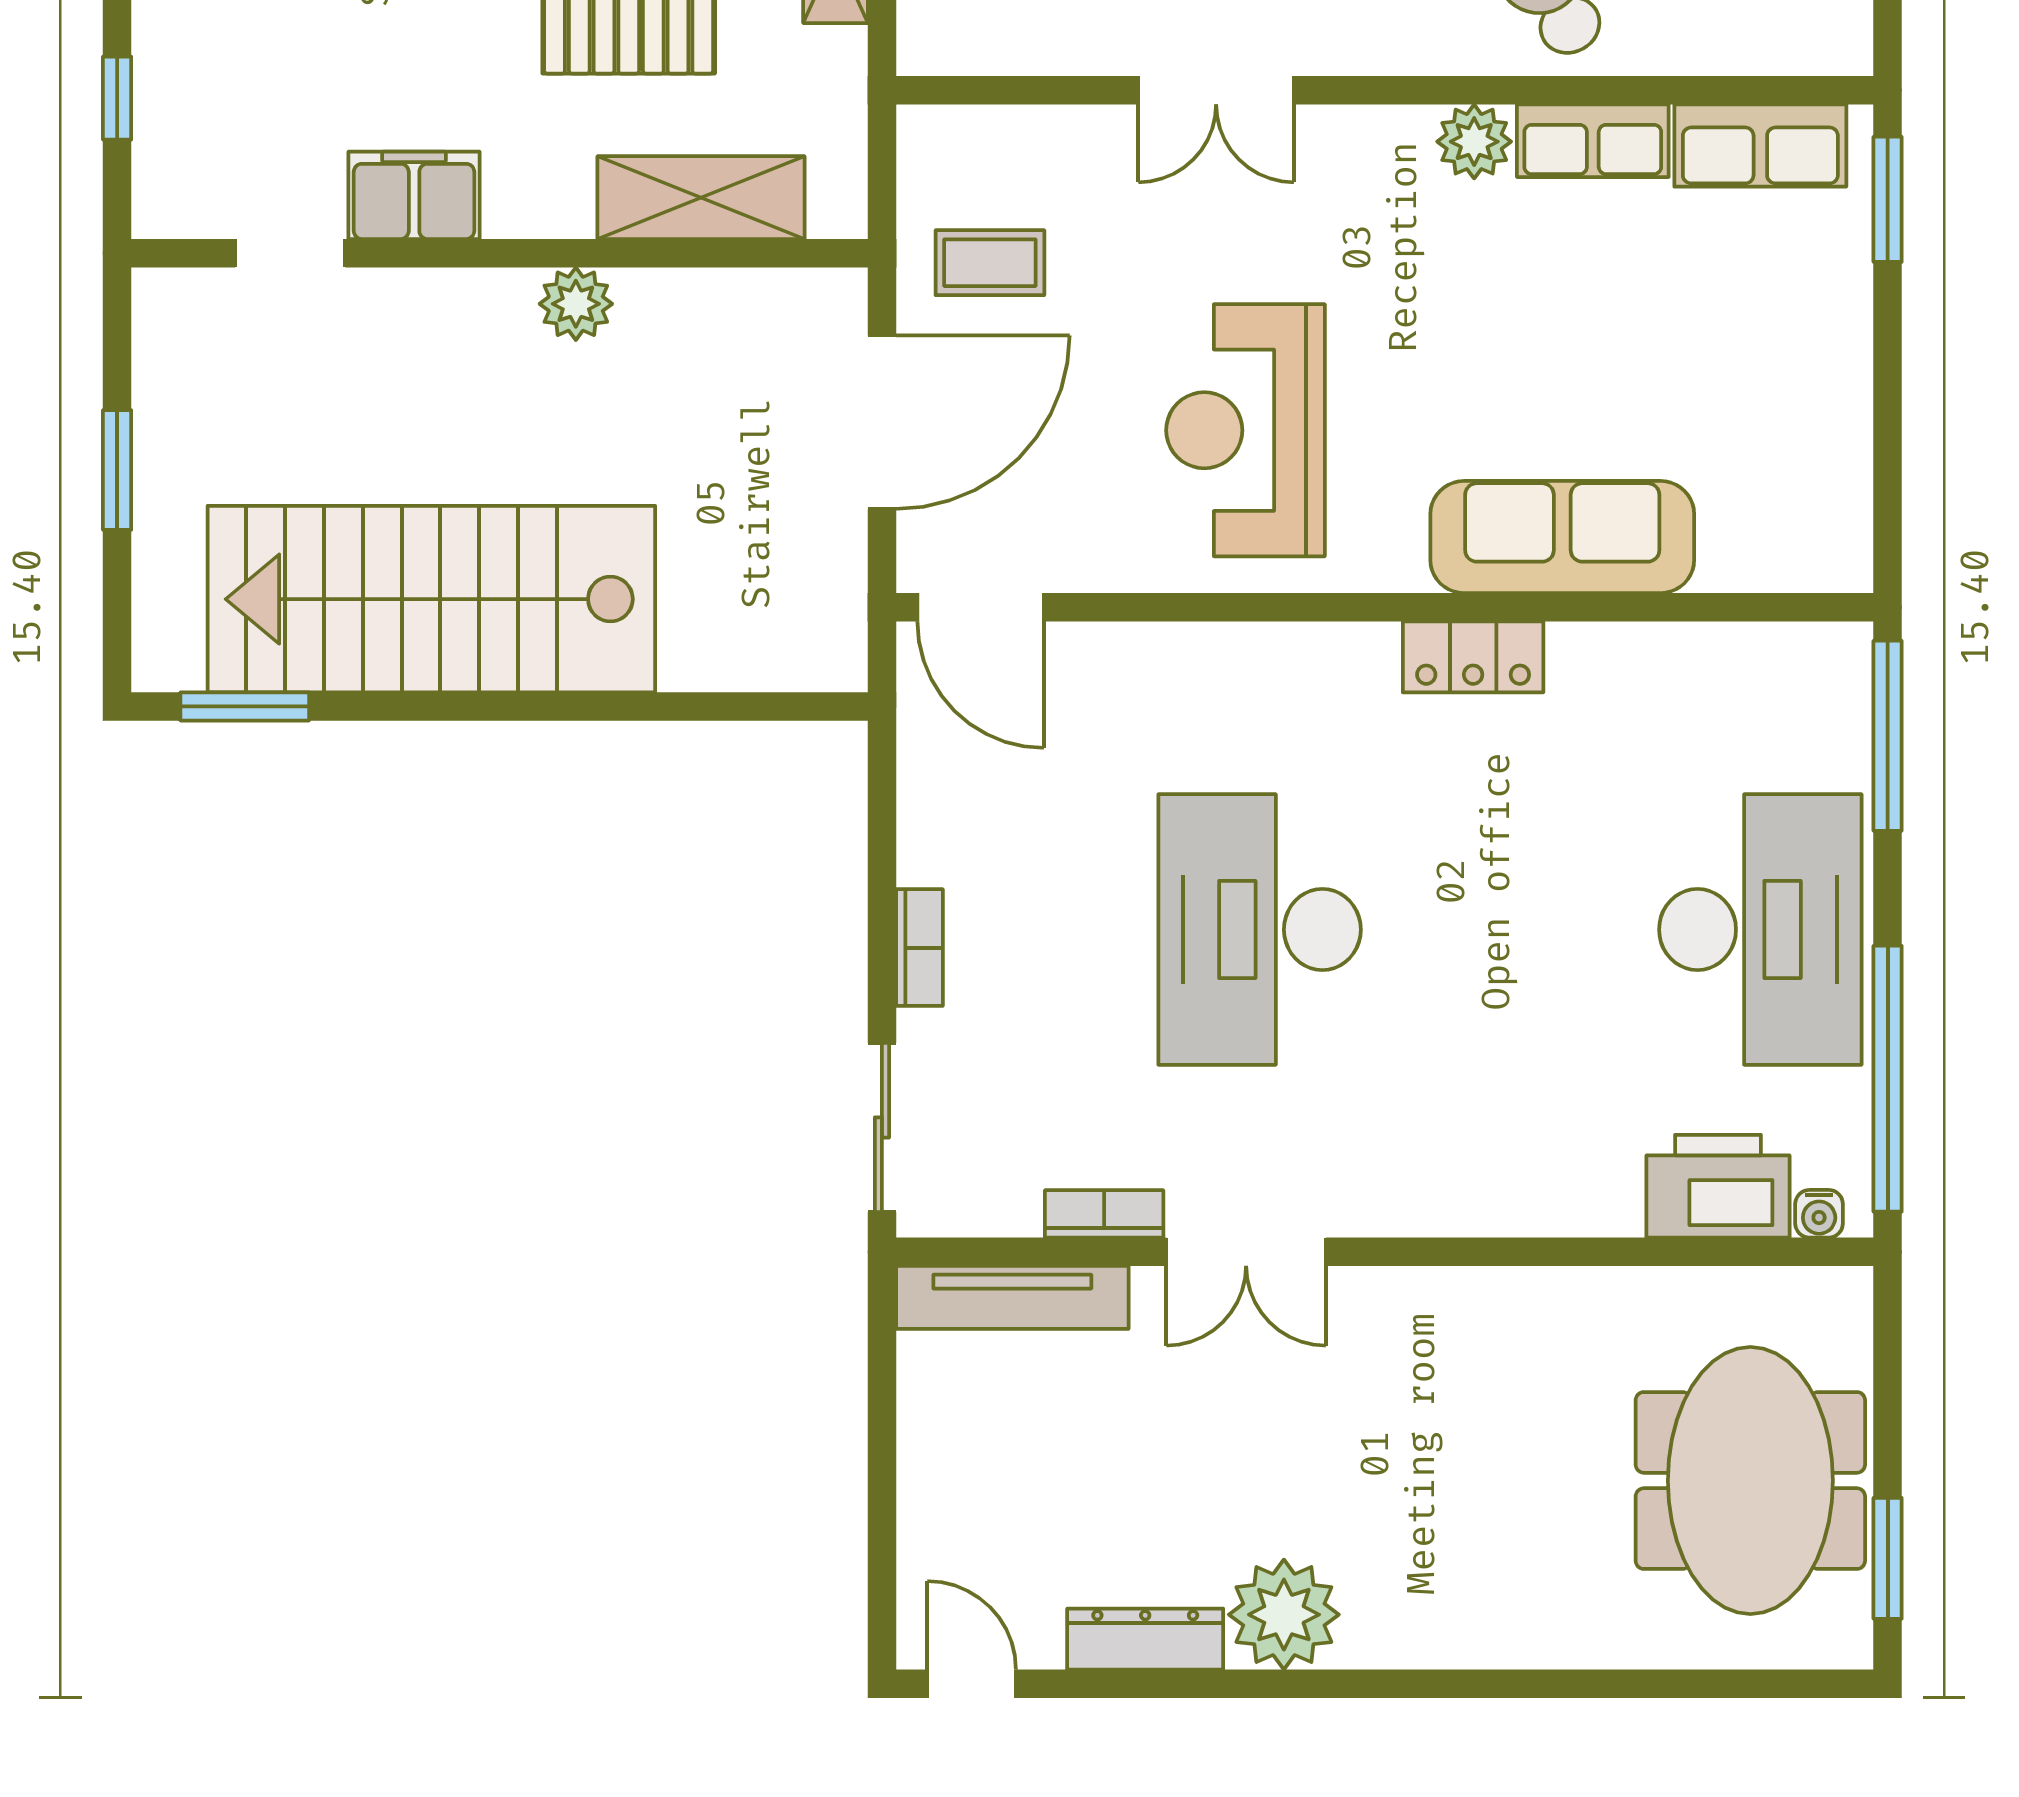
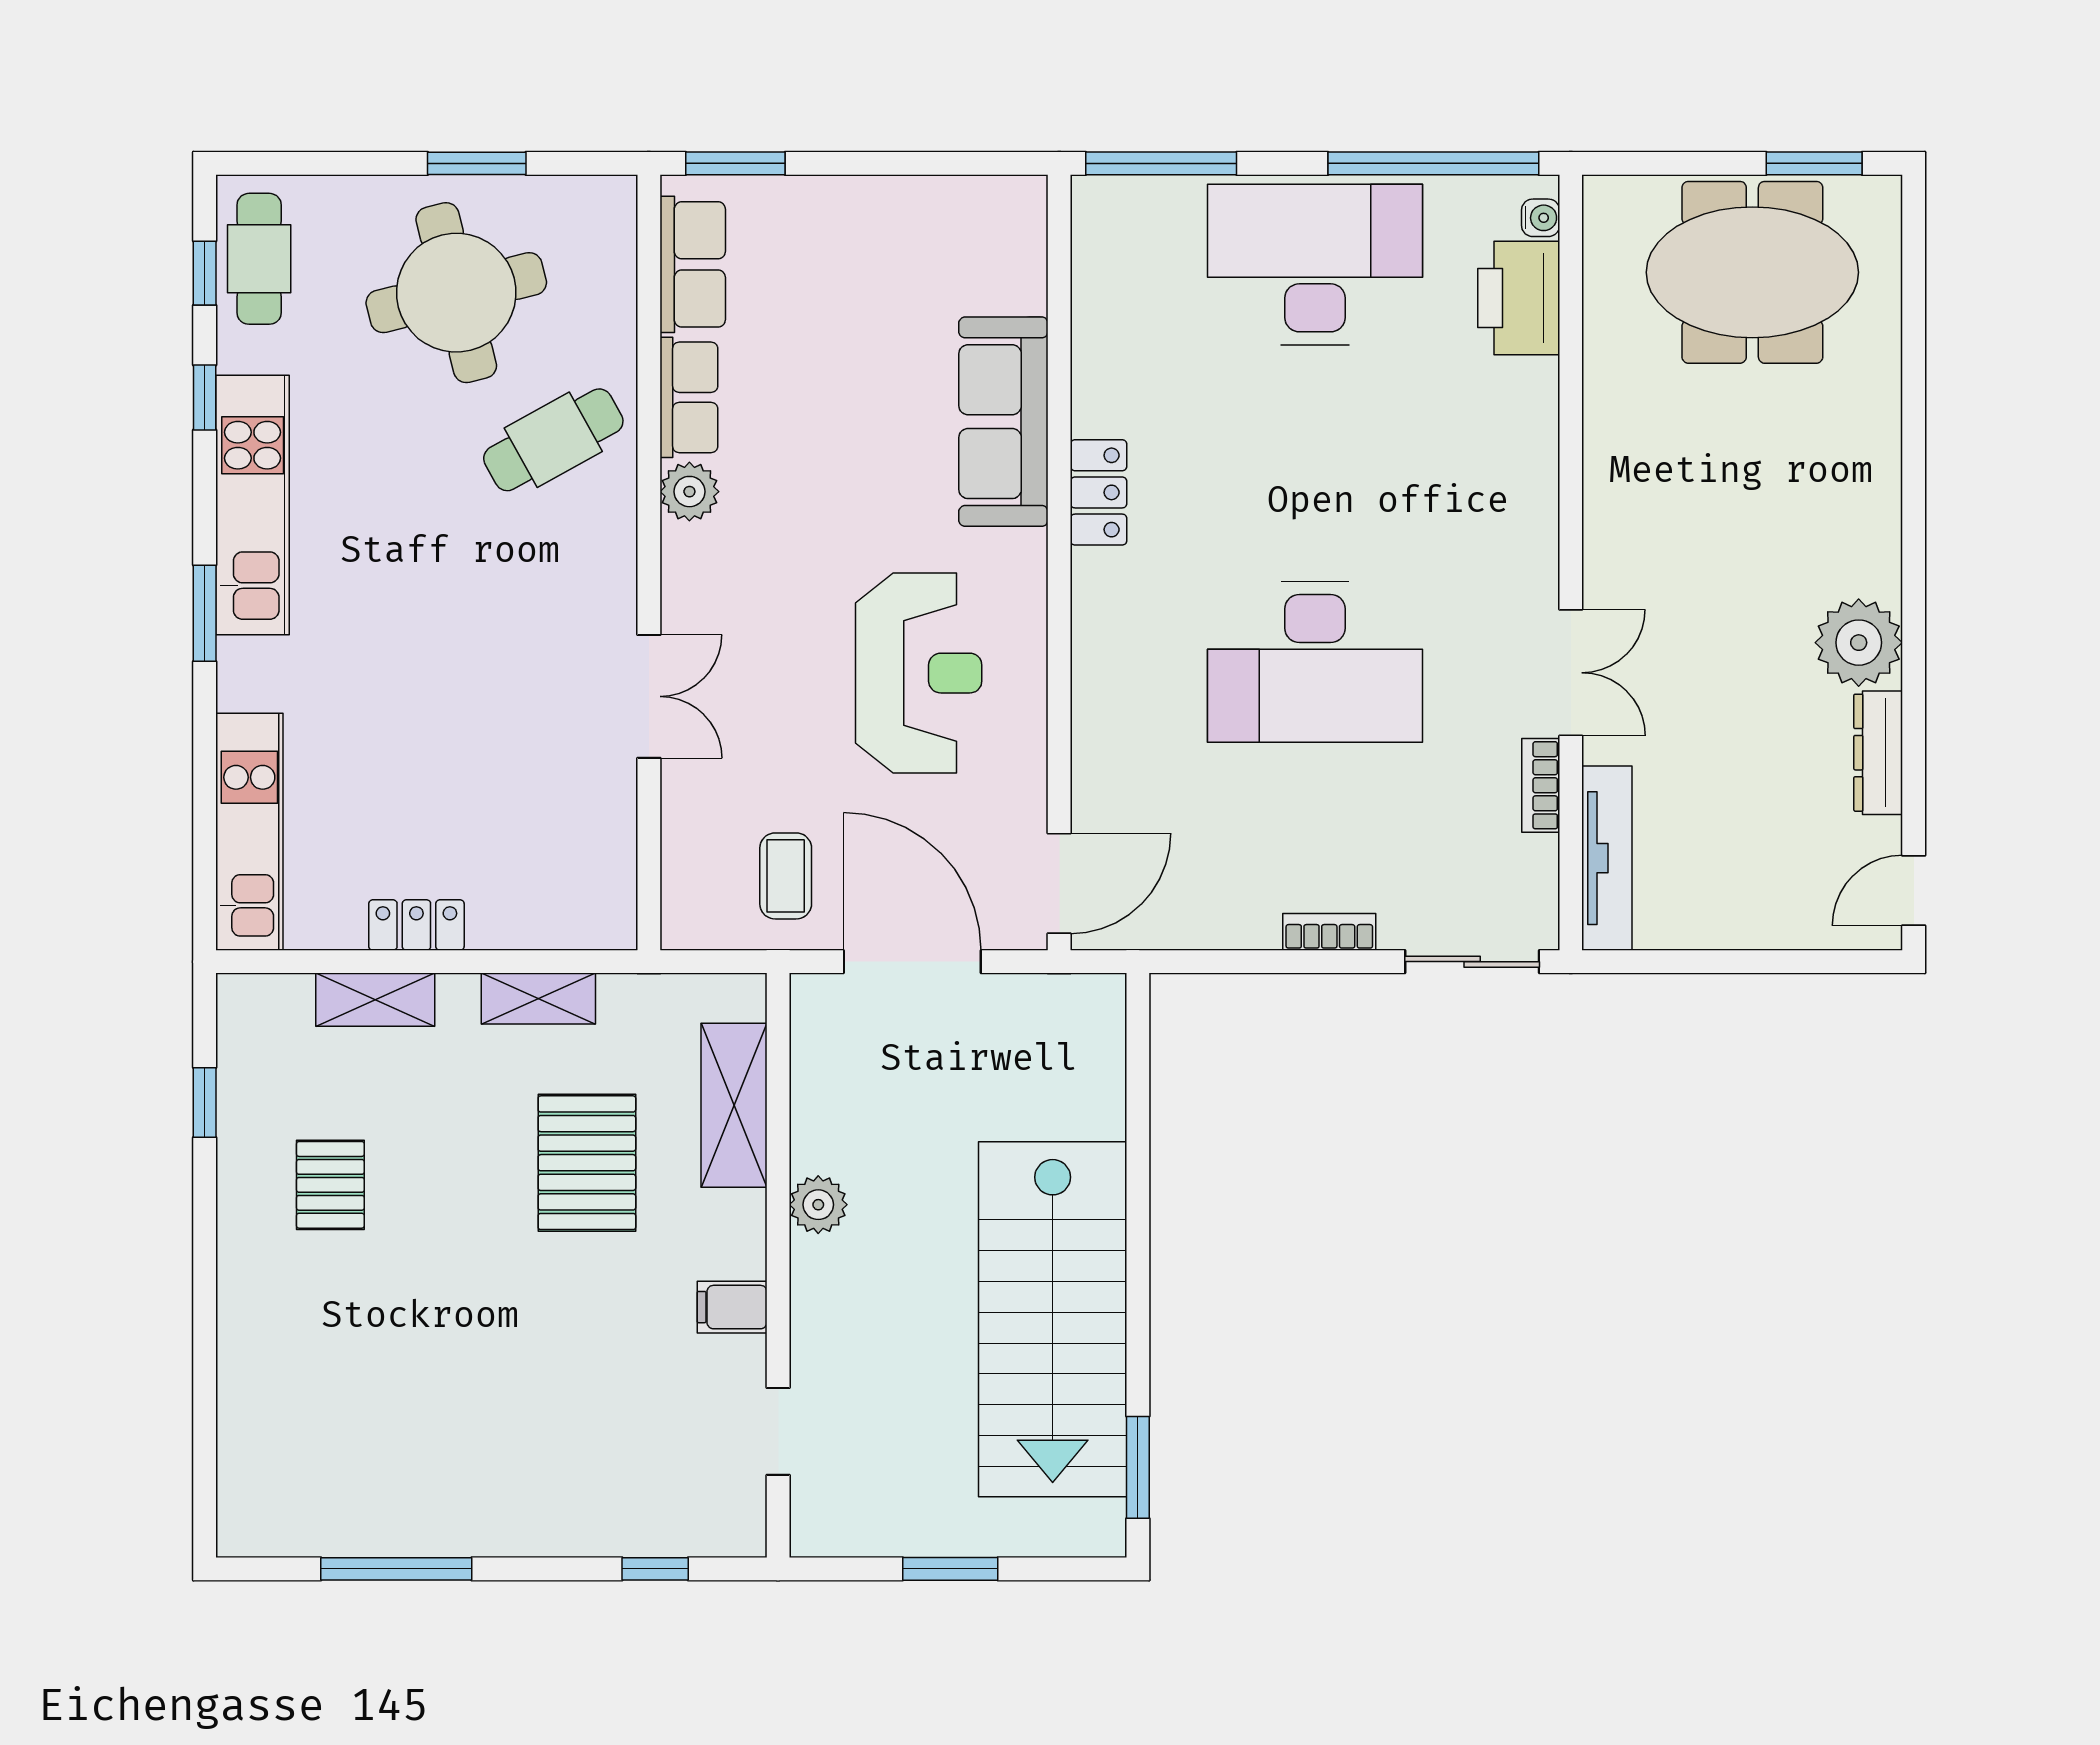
filing cabinet: (414, 195) -> (732, 1307), width x0.50
reception desk: (1246, 430) -> (919, 673), turned -90

